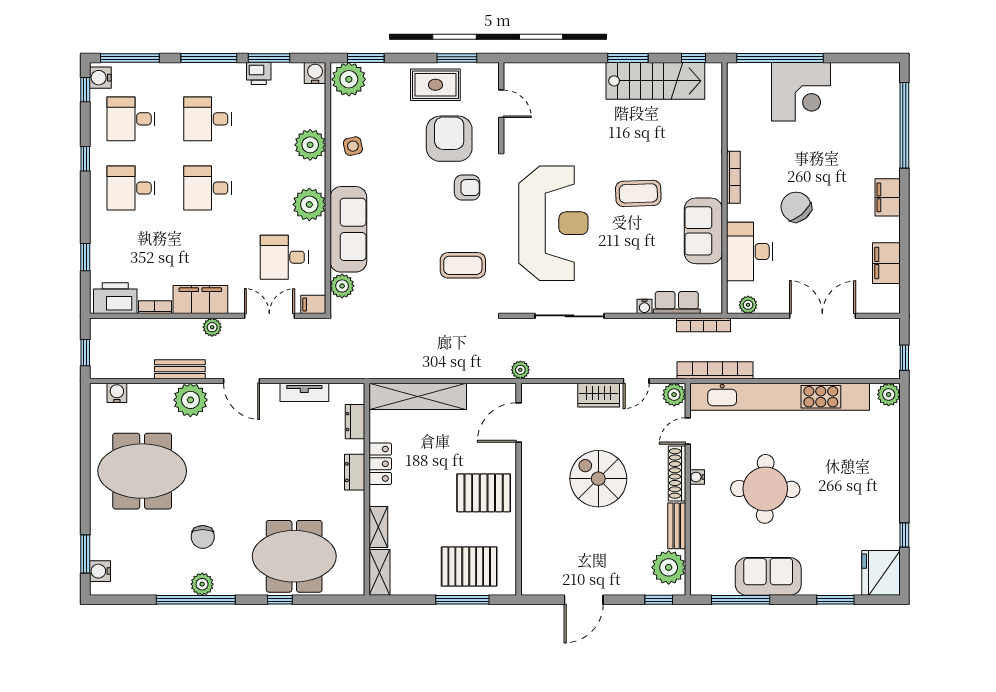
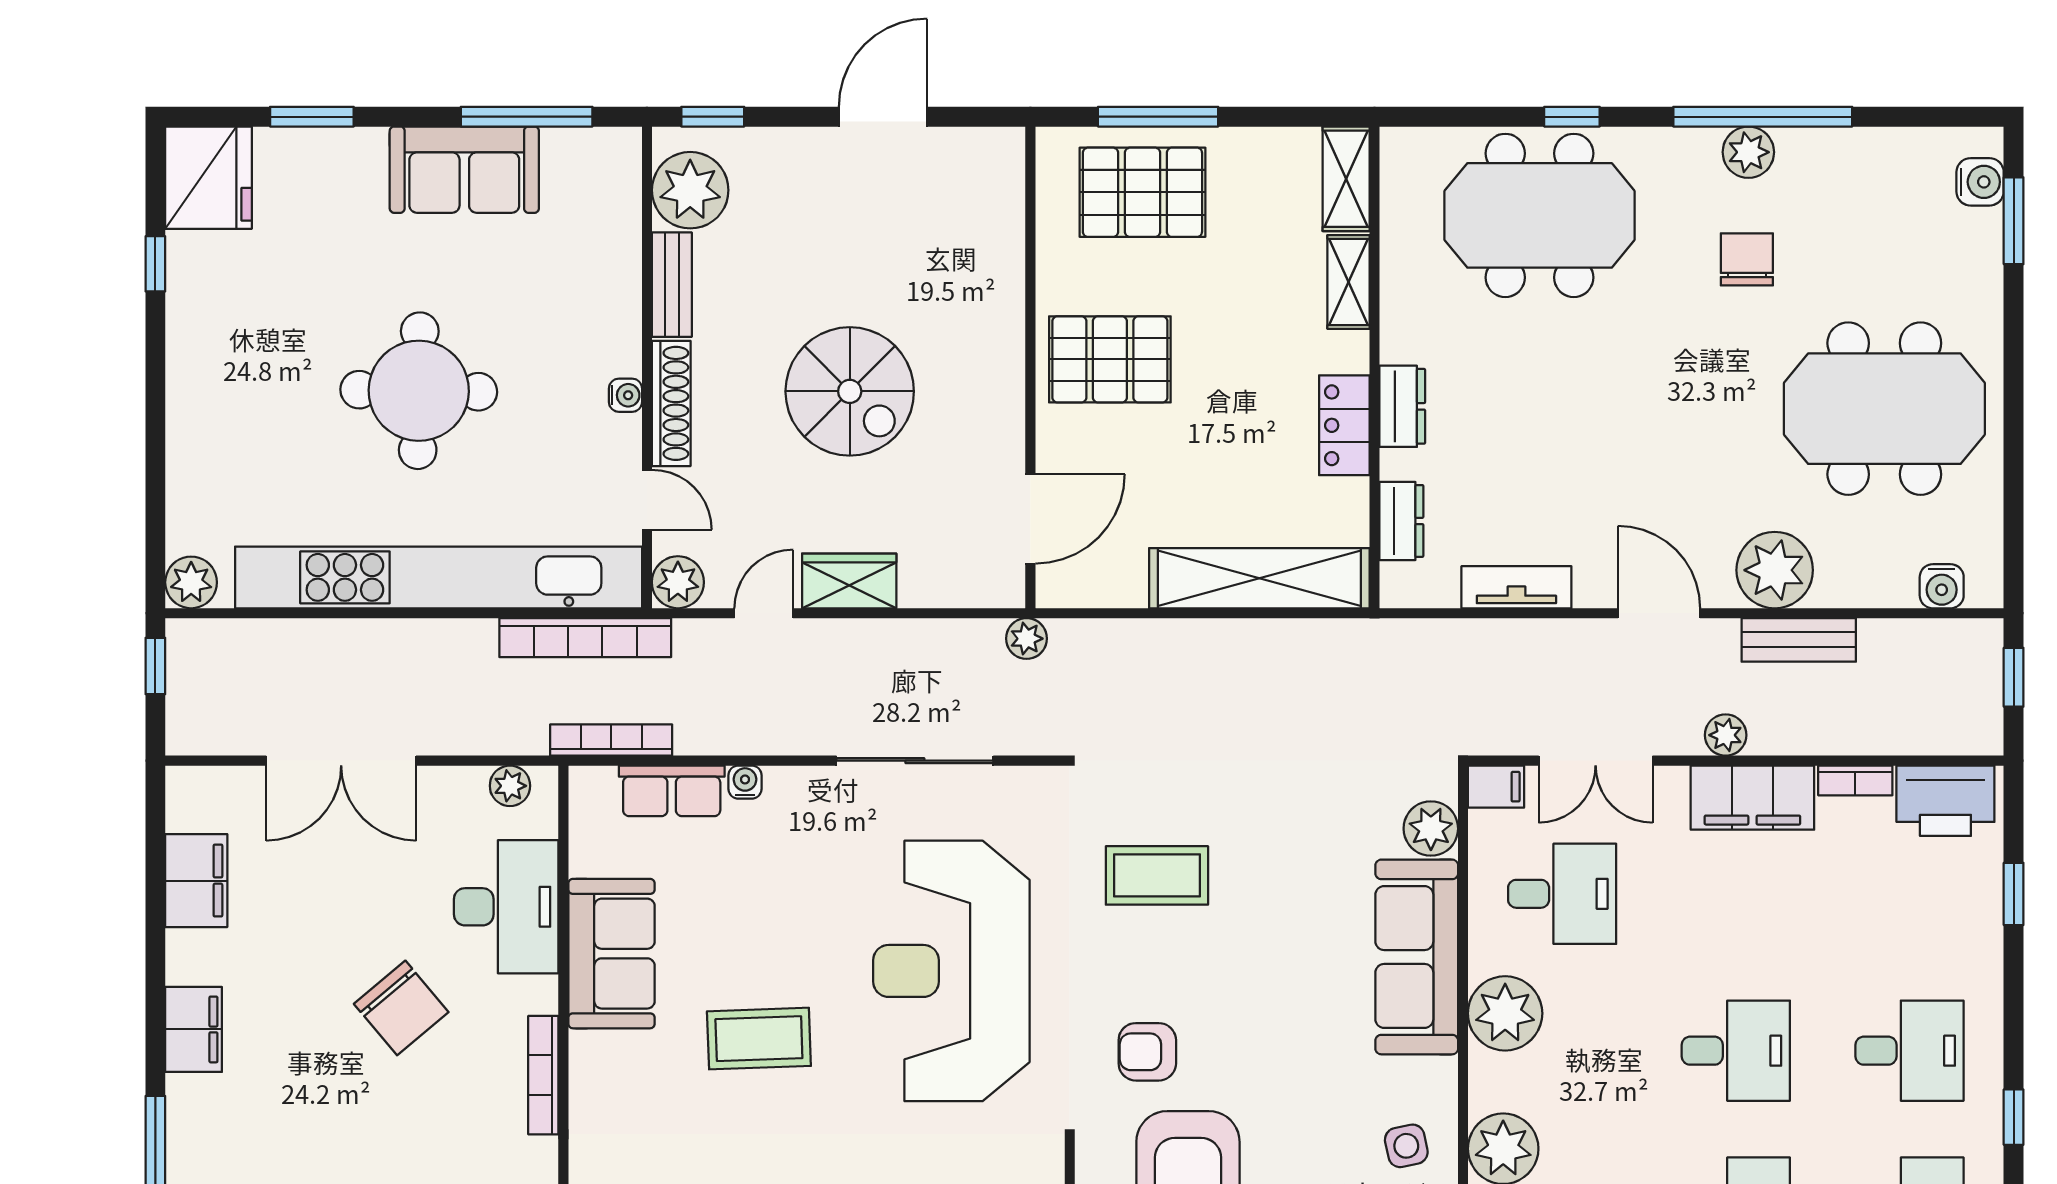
door: (688, 431) -> (647, 500), hinge flipped
round table: (765, 489) -> (419, 391), moved

